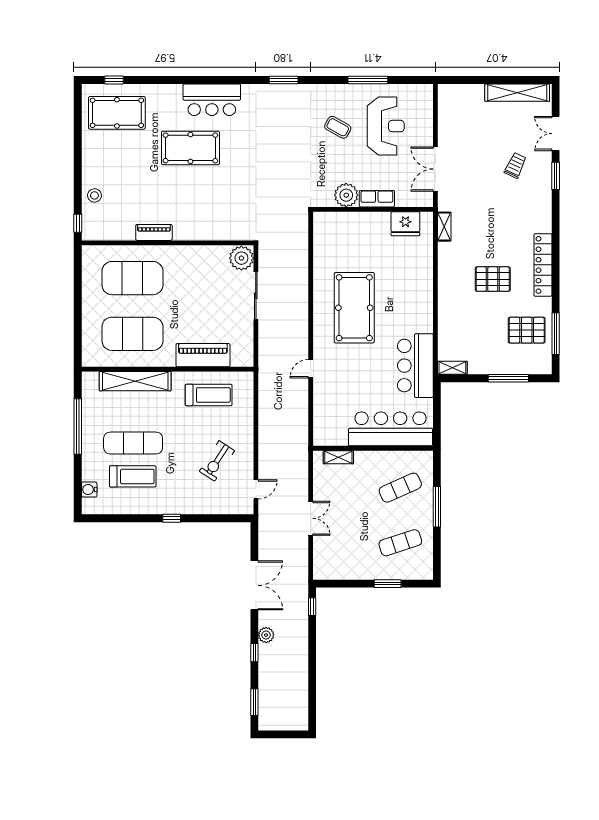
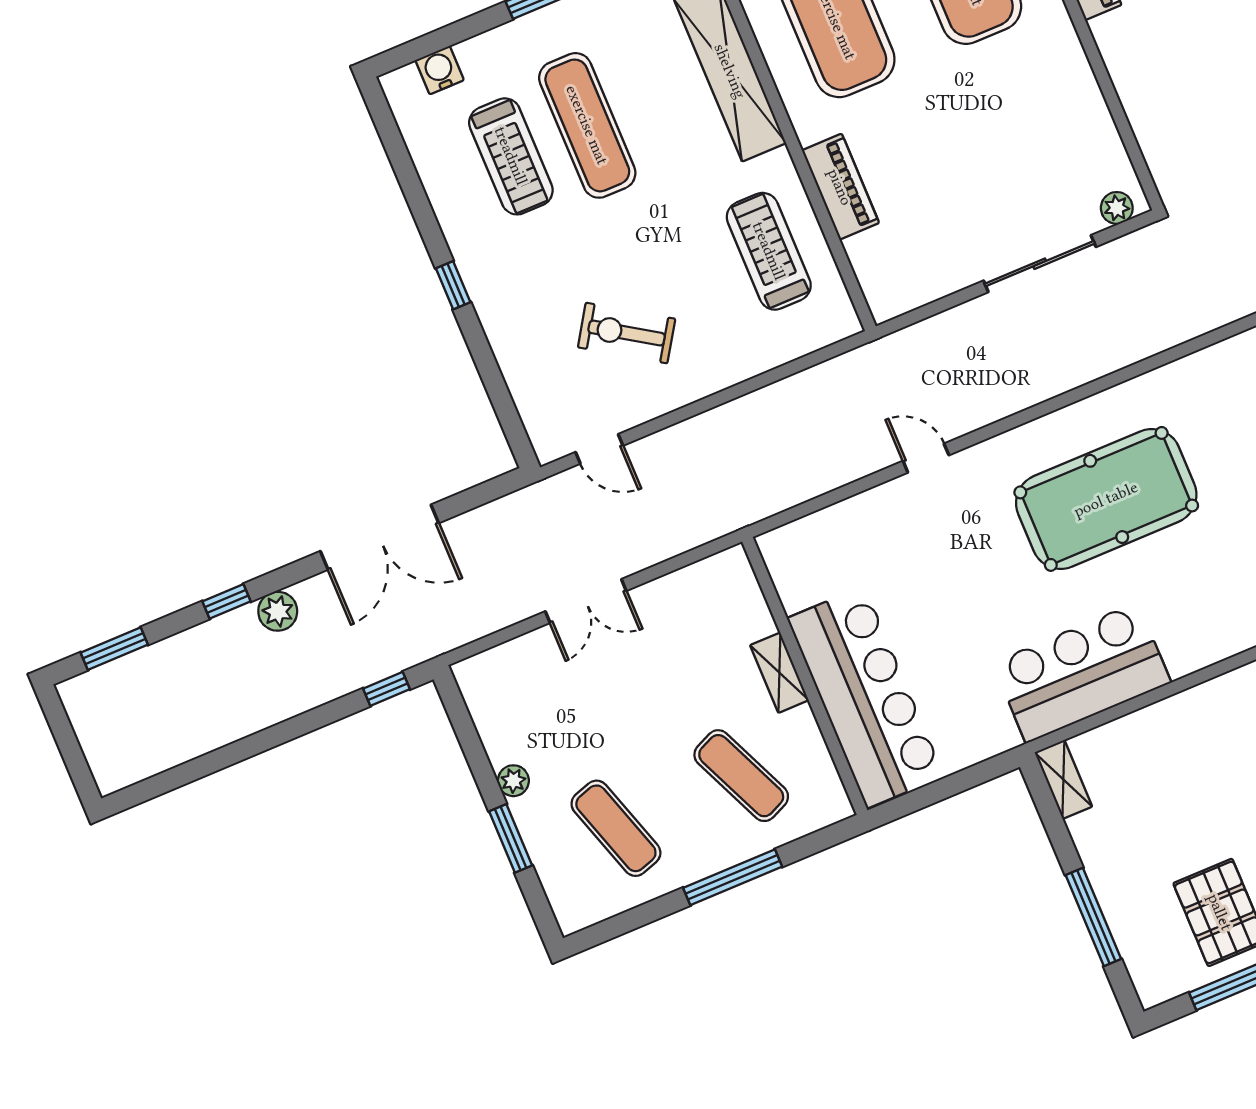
plant: (241, 258) -> (1117, 208), width x0.53, depth x0.53
piano: (203, 355) -> (840, 187), width x0.73, depth x0.75
bar counter: (415, 366) -> (1082, 673), moved
treadmill: (209, 395) -> (769, 251), turned 180
shelving: (338, 457) -> (779, 673), moved
plant: (366, 574) -> (513, 781), added

